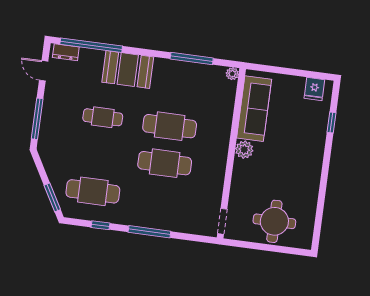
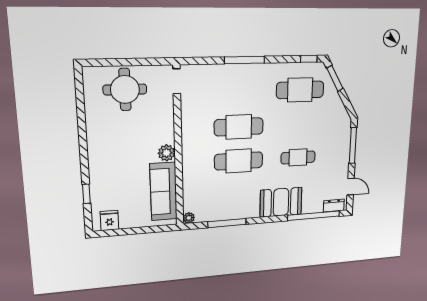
window: (101, 225) -> (309, 59), moved

